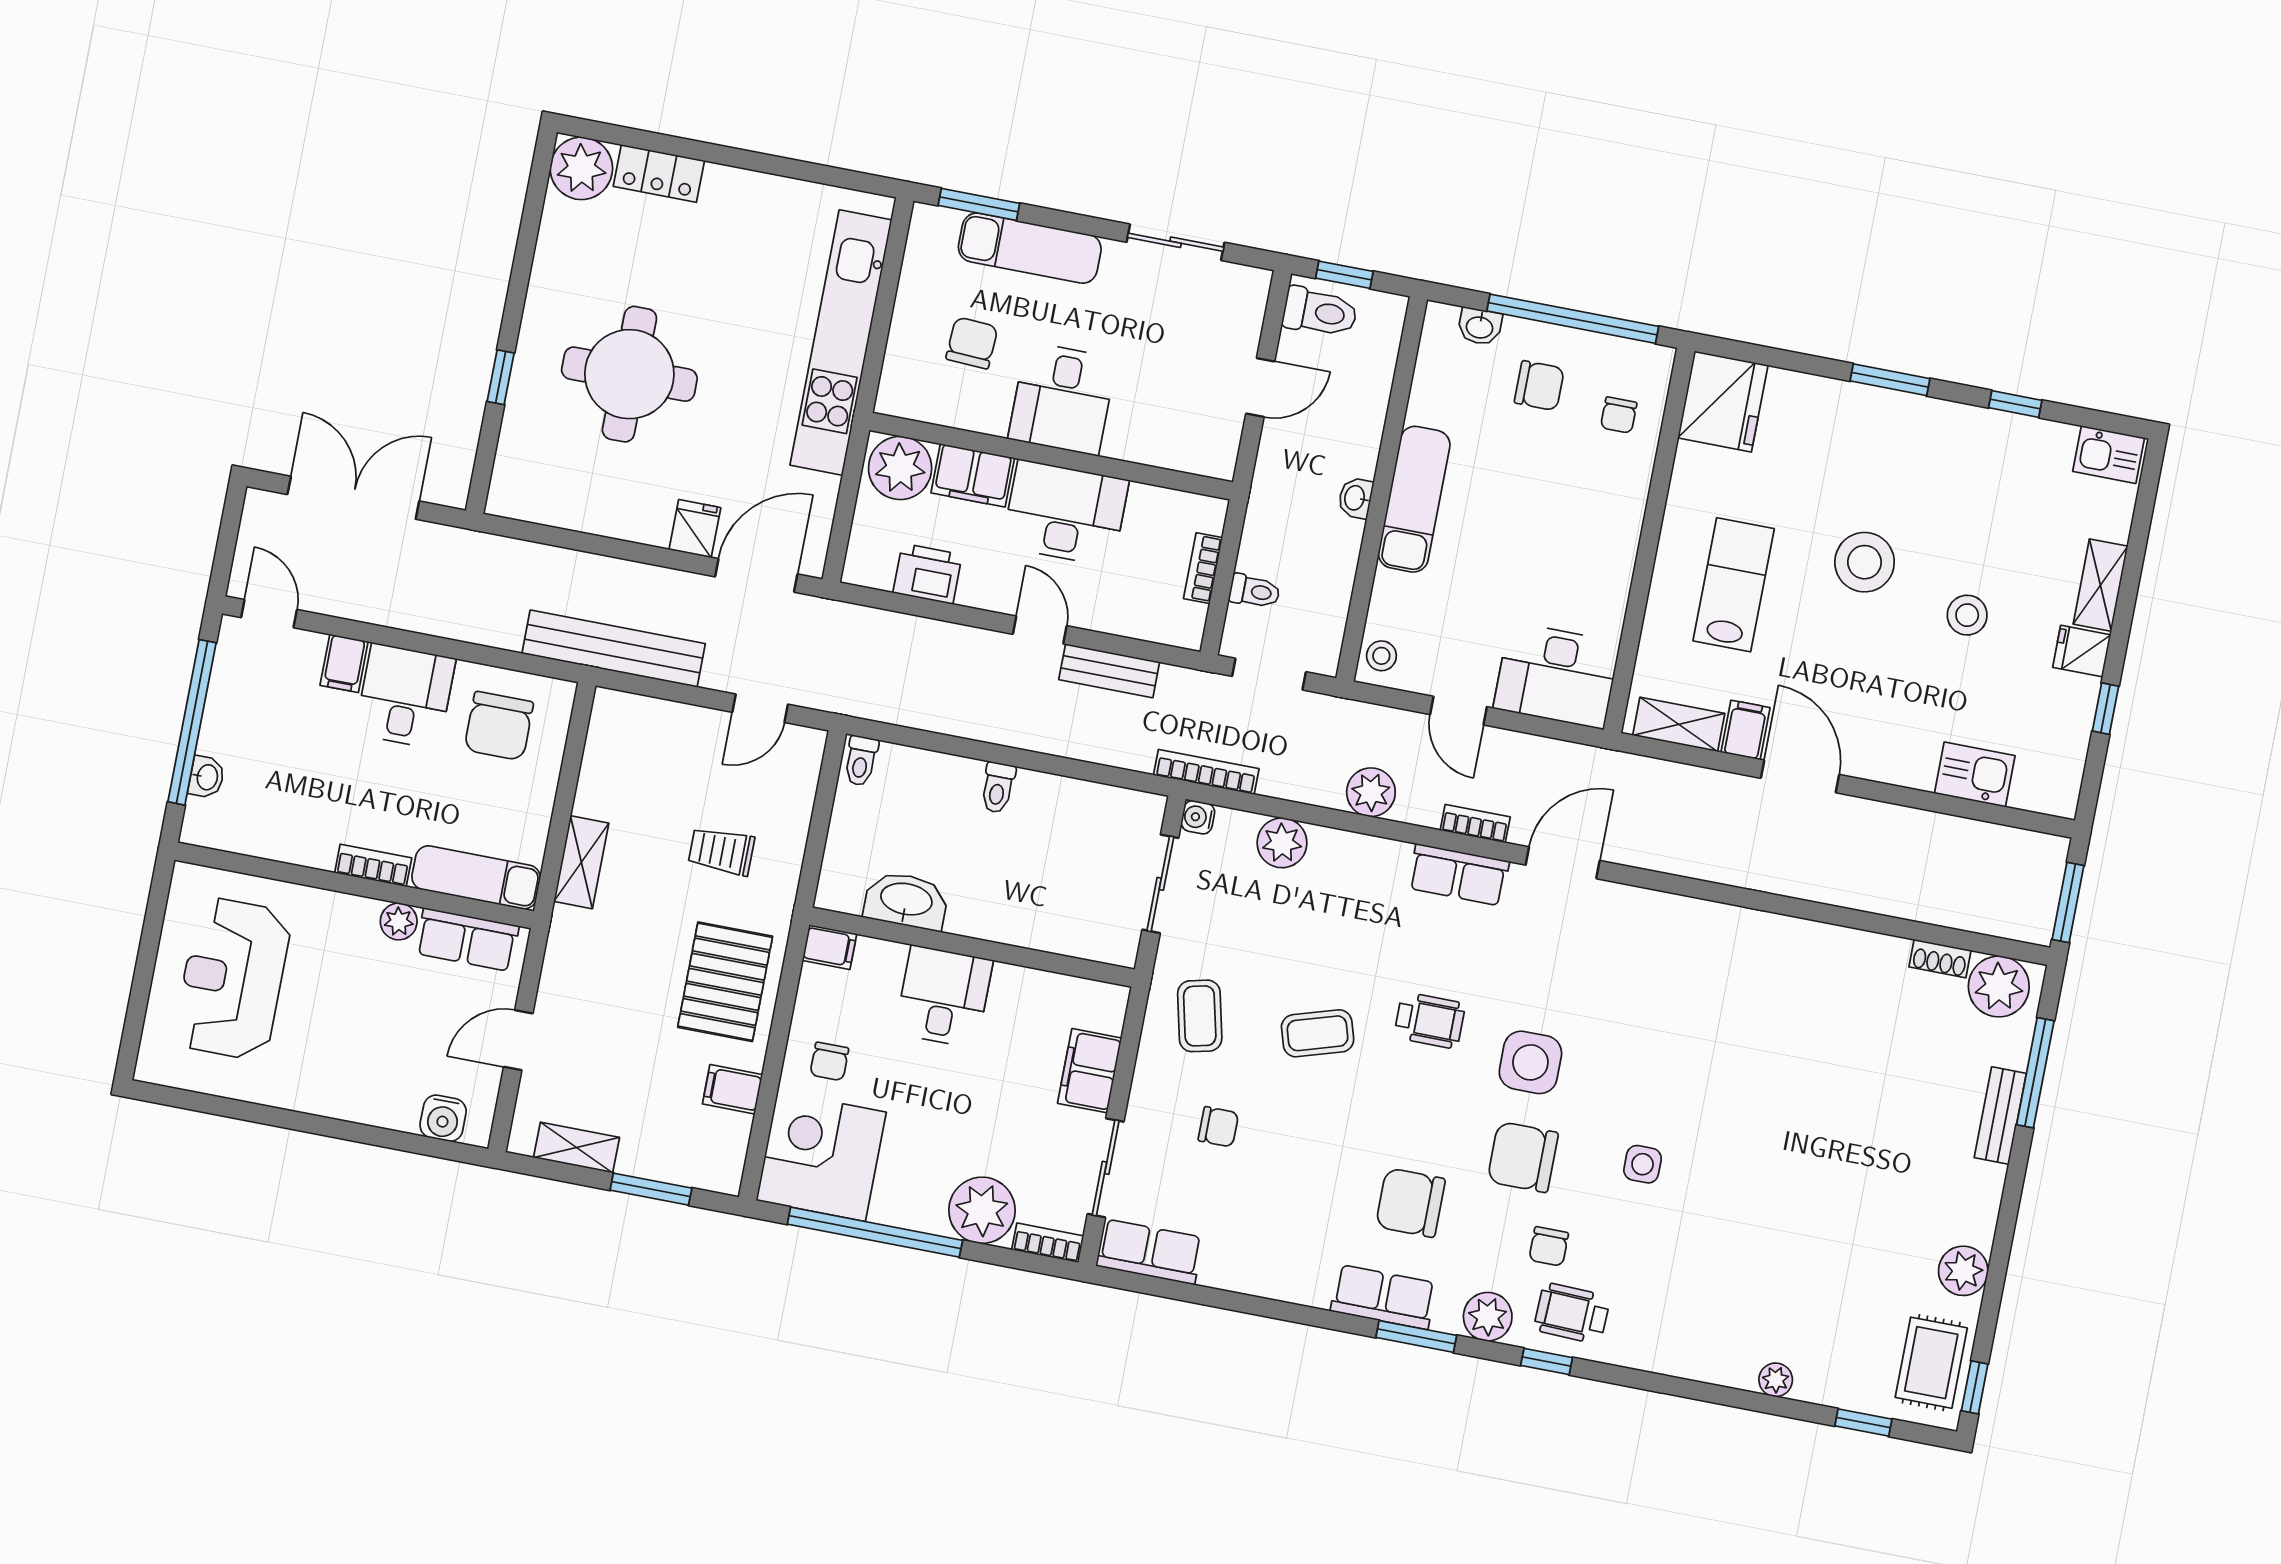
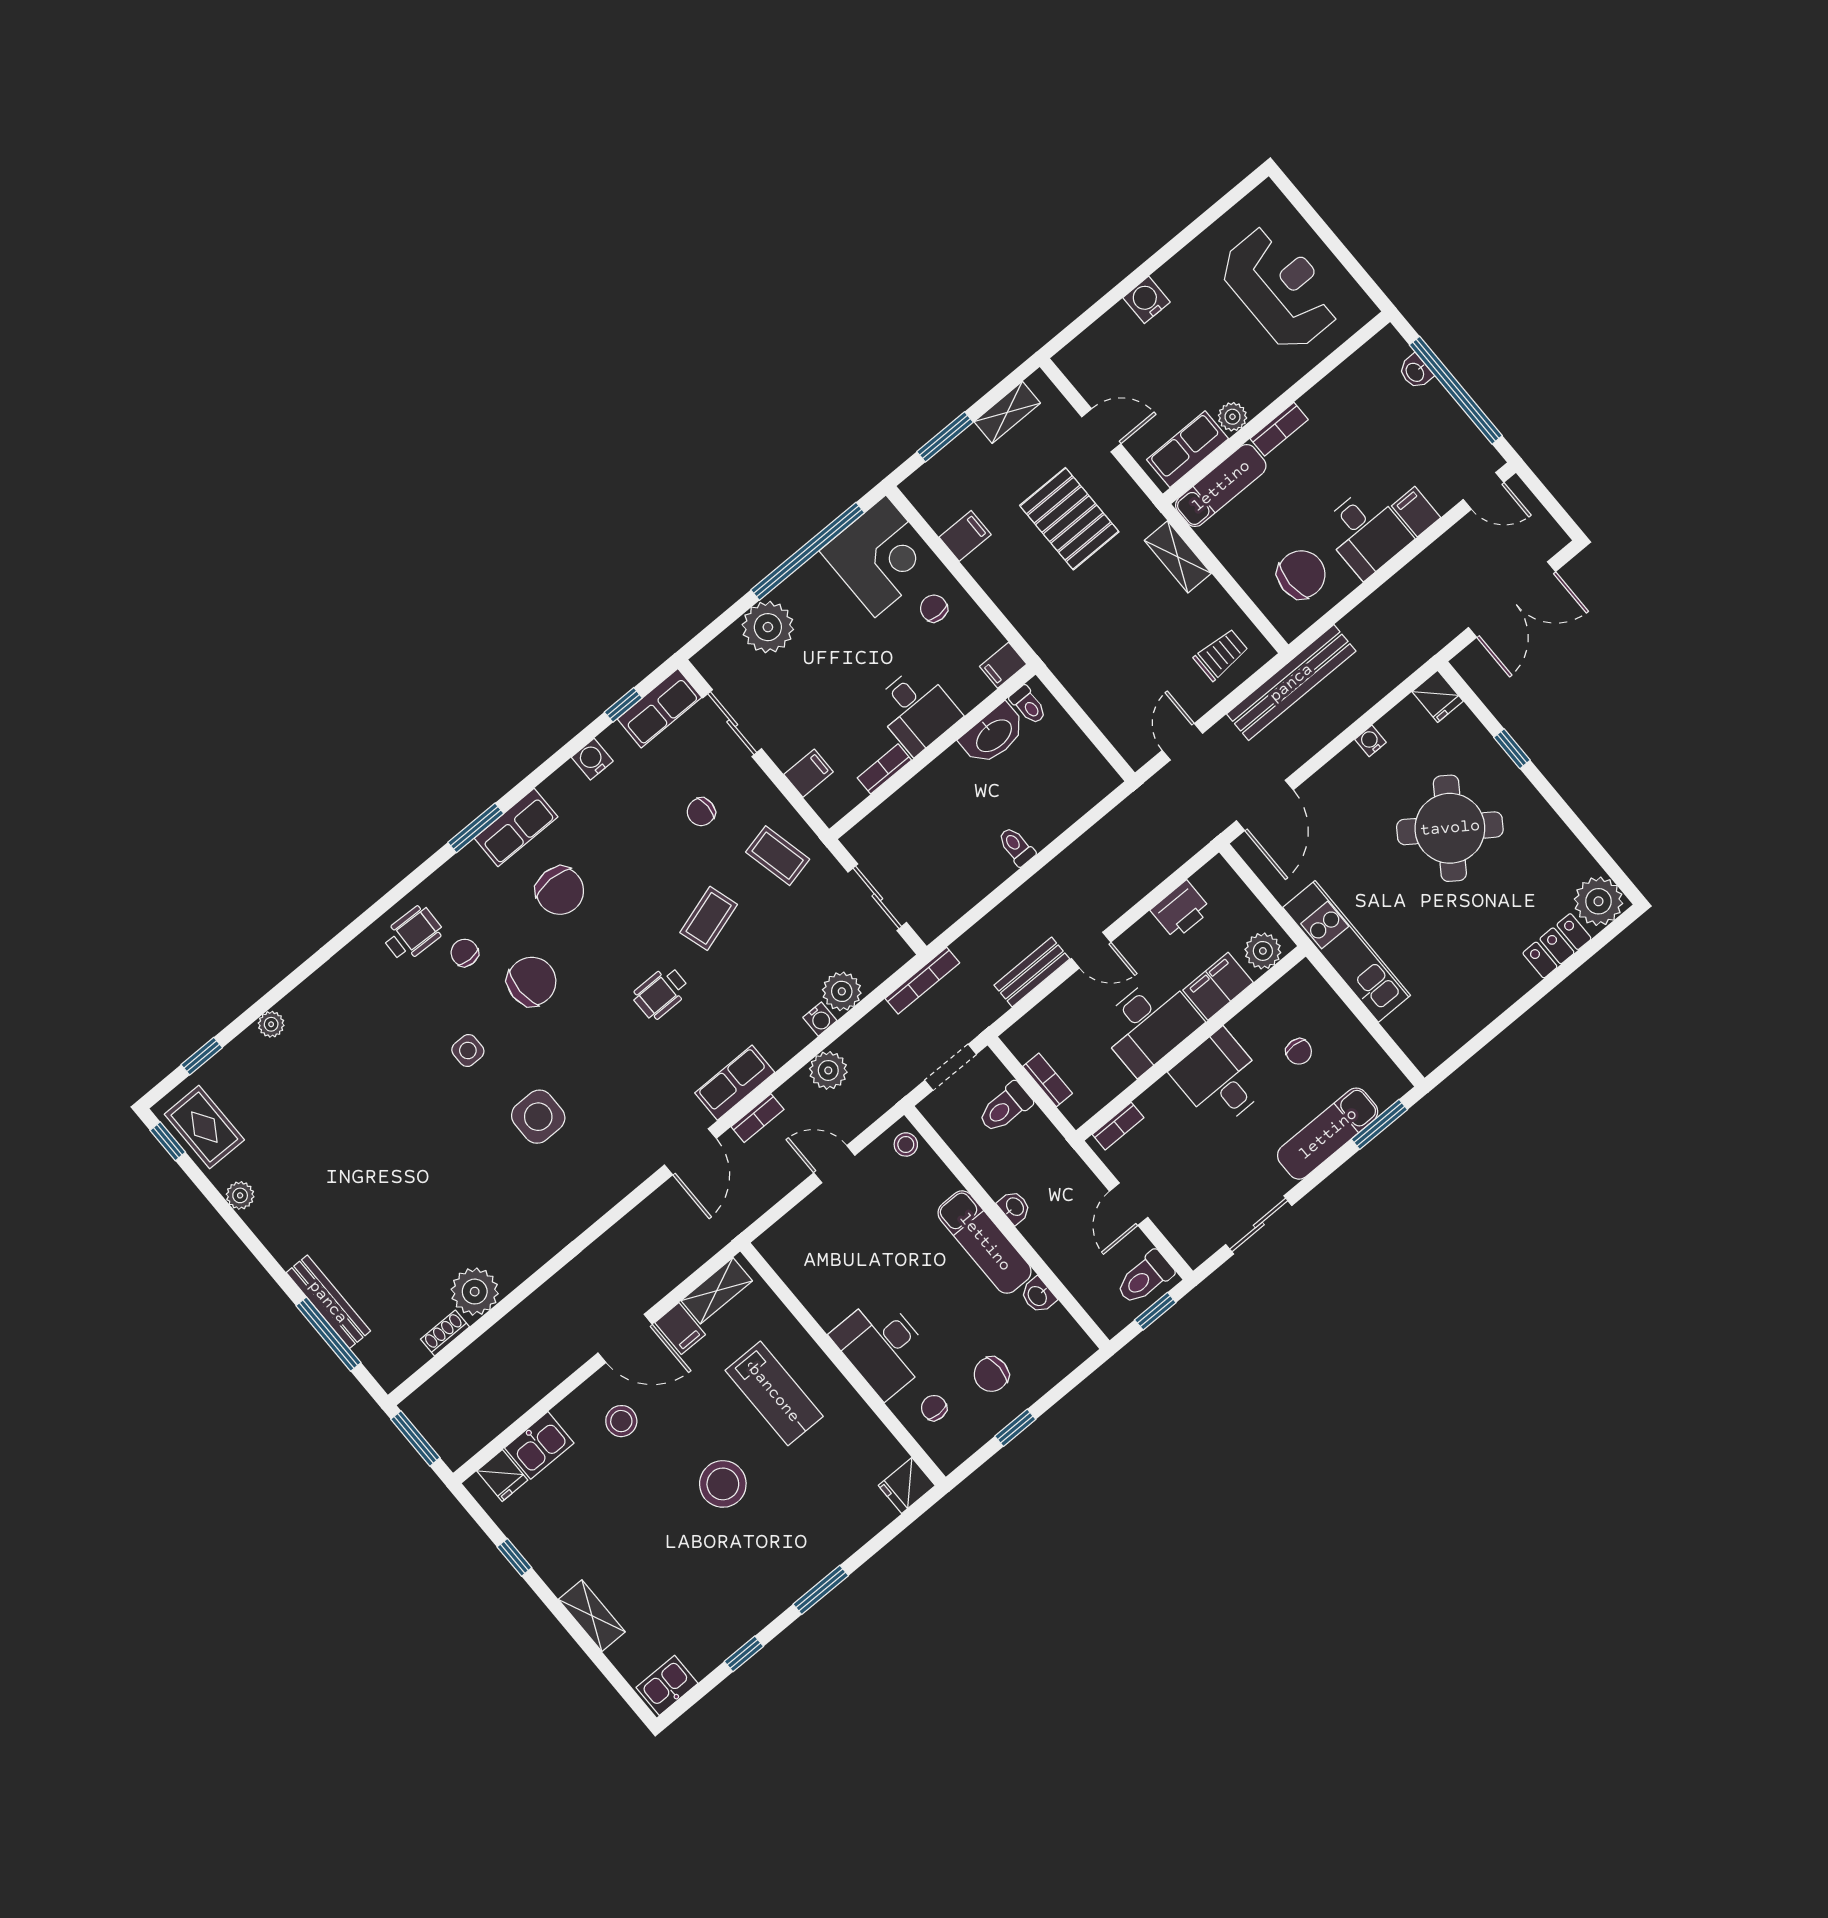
window: (1573, 319) -> (1015, 1428), width x0.32
washbasin: (1480, 327) -> (1038, 1296), moved, turned -90
kitchen unit: (841, 343) -> (1347, 951), width x0.73
chair: (972, 343) -> (1299, 1051), width x0.73, depth x0.73
round table: (629, 374) -> (1450, 828), turned 35
fridge: (1723, 402) -> (907, 1485), width x0.53, depth x0.75
bookcase: (1192, 461) -> (1118, 1126), added
plant: (900, 468) -> (1263, 951), width x0.73, depth x0.73
water cooler: (607, 523) -> (1370, 741), added
fridge: (695, 529) -> (1438, 696), moved
toilet: (1255, 591) -> (1005, 1108), width x1.37, depth x1.39
stool: (1967, 615) -> (621, 1421), moved
fridge: (2082, 651) -> (502, 1476), moved, turned 90
desk: (1557, 675) -> (882, 1346), moved, turned -90
chair: (499, 726) -> (1301, 574), turned 90
toilet: (861, 761) -> (1028, 705), moved, turned 180
water cooler: (1198, 817) -> (820, 1019), moved, turned 90
trolley: (721, 851) -> (1221, 655), moved
pallet: (725, 982) -> (1069, 519), moved
plant: (1999, 987) -> (475, 1292), moved
door: (518, 1040) -> (1101, 430), hinge flipped
side table: (1530, 1062) -> (538, 1117), moved
filing cabinet: (1090, 1071) -> (809, 773), width x0.50
bench: (2000, 1116) -> (328, 1302), width x1.36
water cooler: (443, 1118) -> (1147, 300), moved
chair: (1410, 1203) -> (560, 891), turned 90
bookcase: (1048, 1243) -> (884, 769), moved, turned 180
plant: (1963, 1271) -> (240, 1195), width x0.73, depth x0.73
water cooler: (1254, 1277) -> (592, 759), added
plant: (1488, 1317) -> (452, 881), removed
window: (1547, 1362) -> (623, 705), moved

